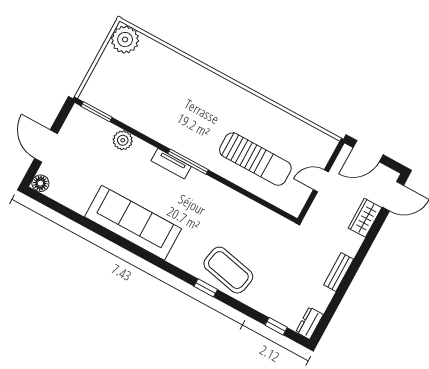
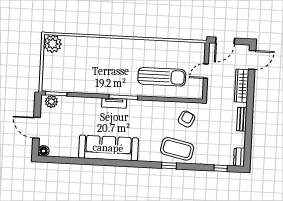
plant: (123, 140) -> (51, 102), moved
wardrobe: (365, 218) -> (242, 86), width x1.50
armchair: (262, 235) -> (187, 119), added

